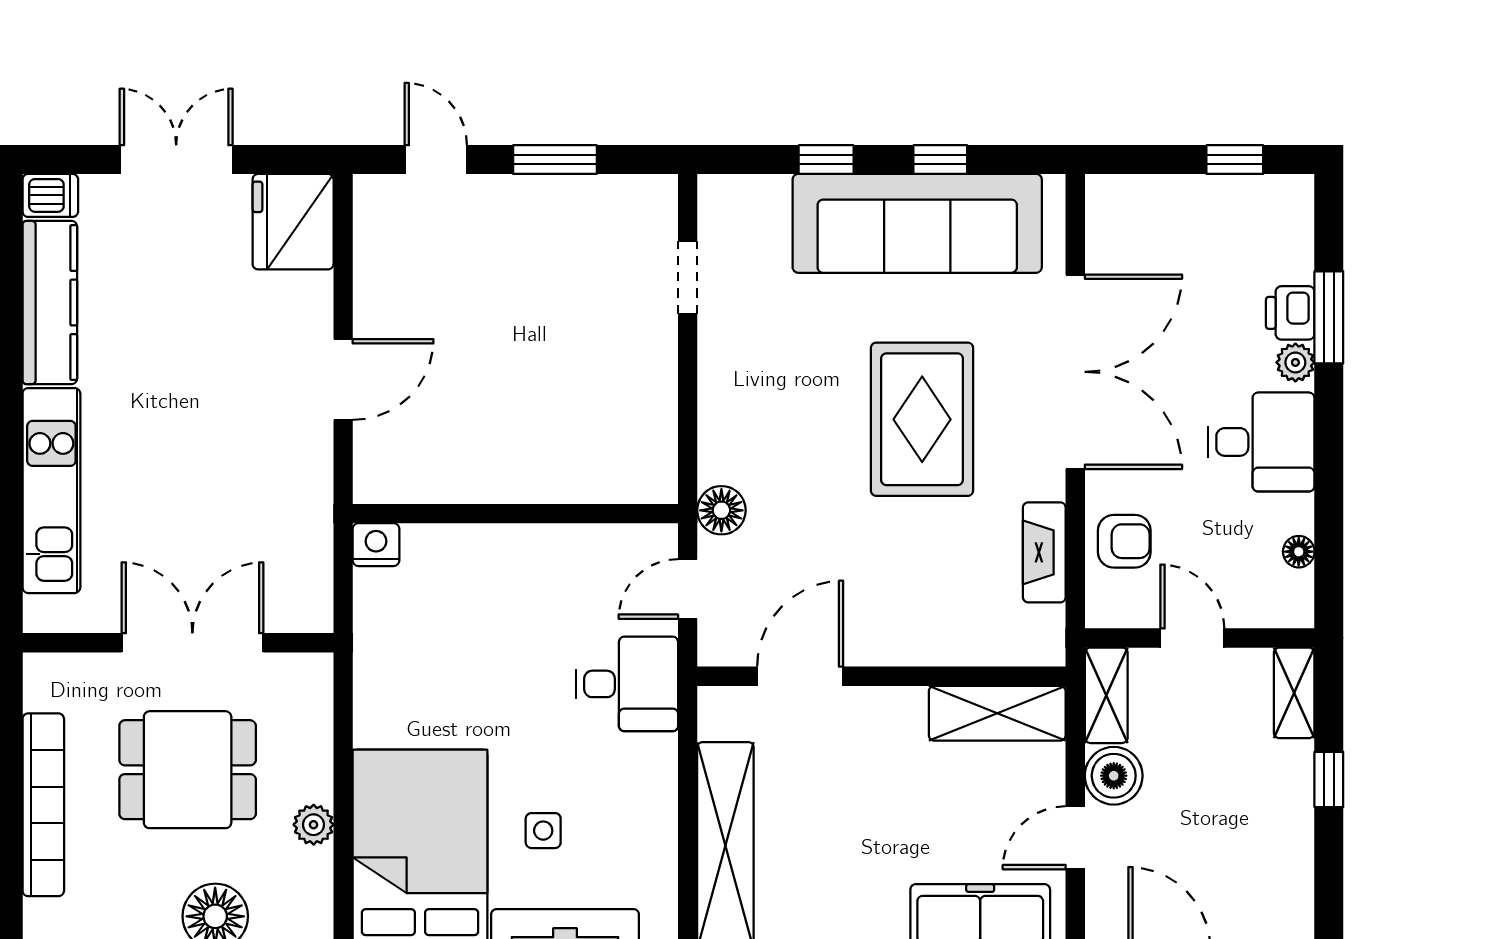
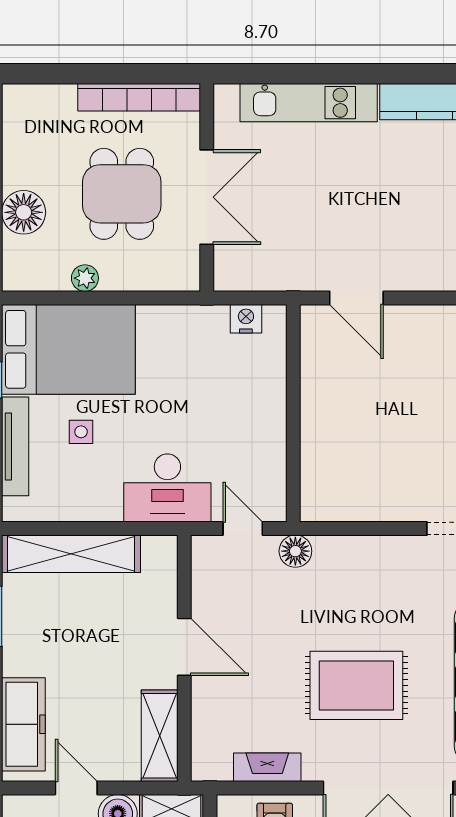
door: (343, 380) -> (356, 298), moved
nightstand: (376, 545) -> (246, 319), moved, turned -90
door: (800, 676) -> (184, 647), moved
desk: (627, 684) -> (167, 488), width x1.37
bookcase: (43, 805) -> (139, 97), moved

